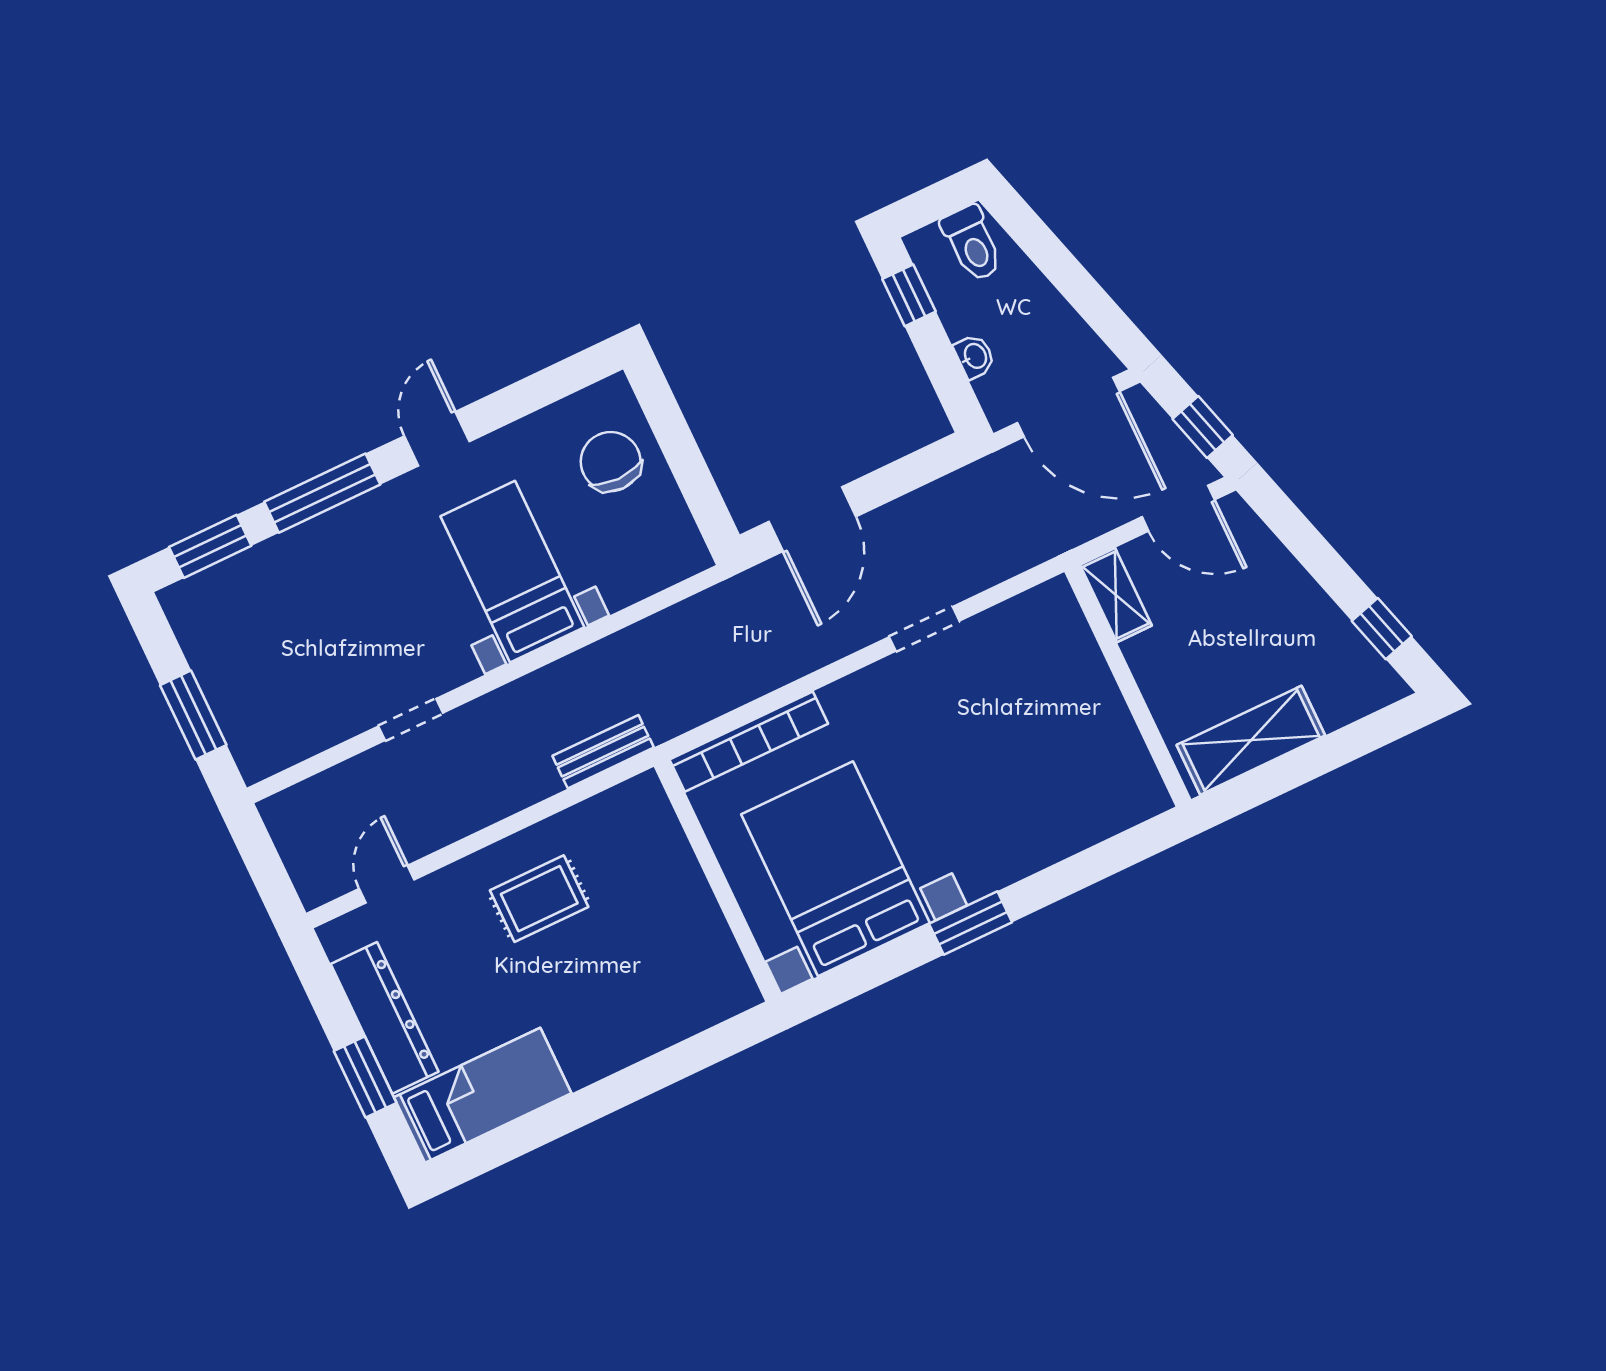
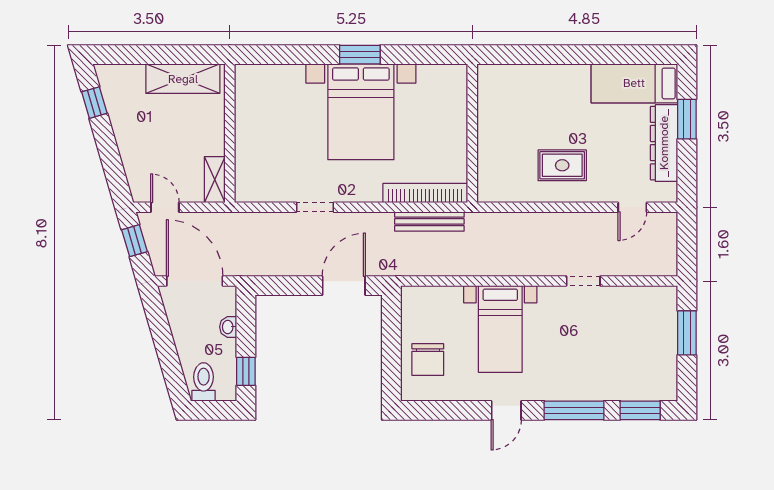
door: (1178, 508) -> (165, 207), width x0.73
bench: (603, 752) -> (429, 221), moved, width x1.36
bed with nightstands: (836, 869) -> (361, 112), moved

